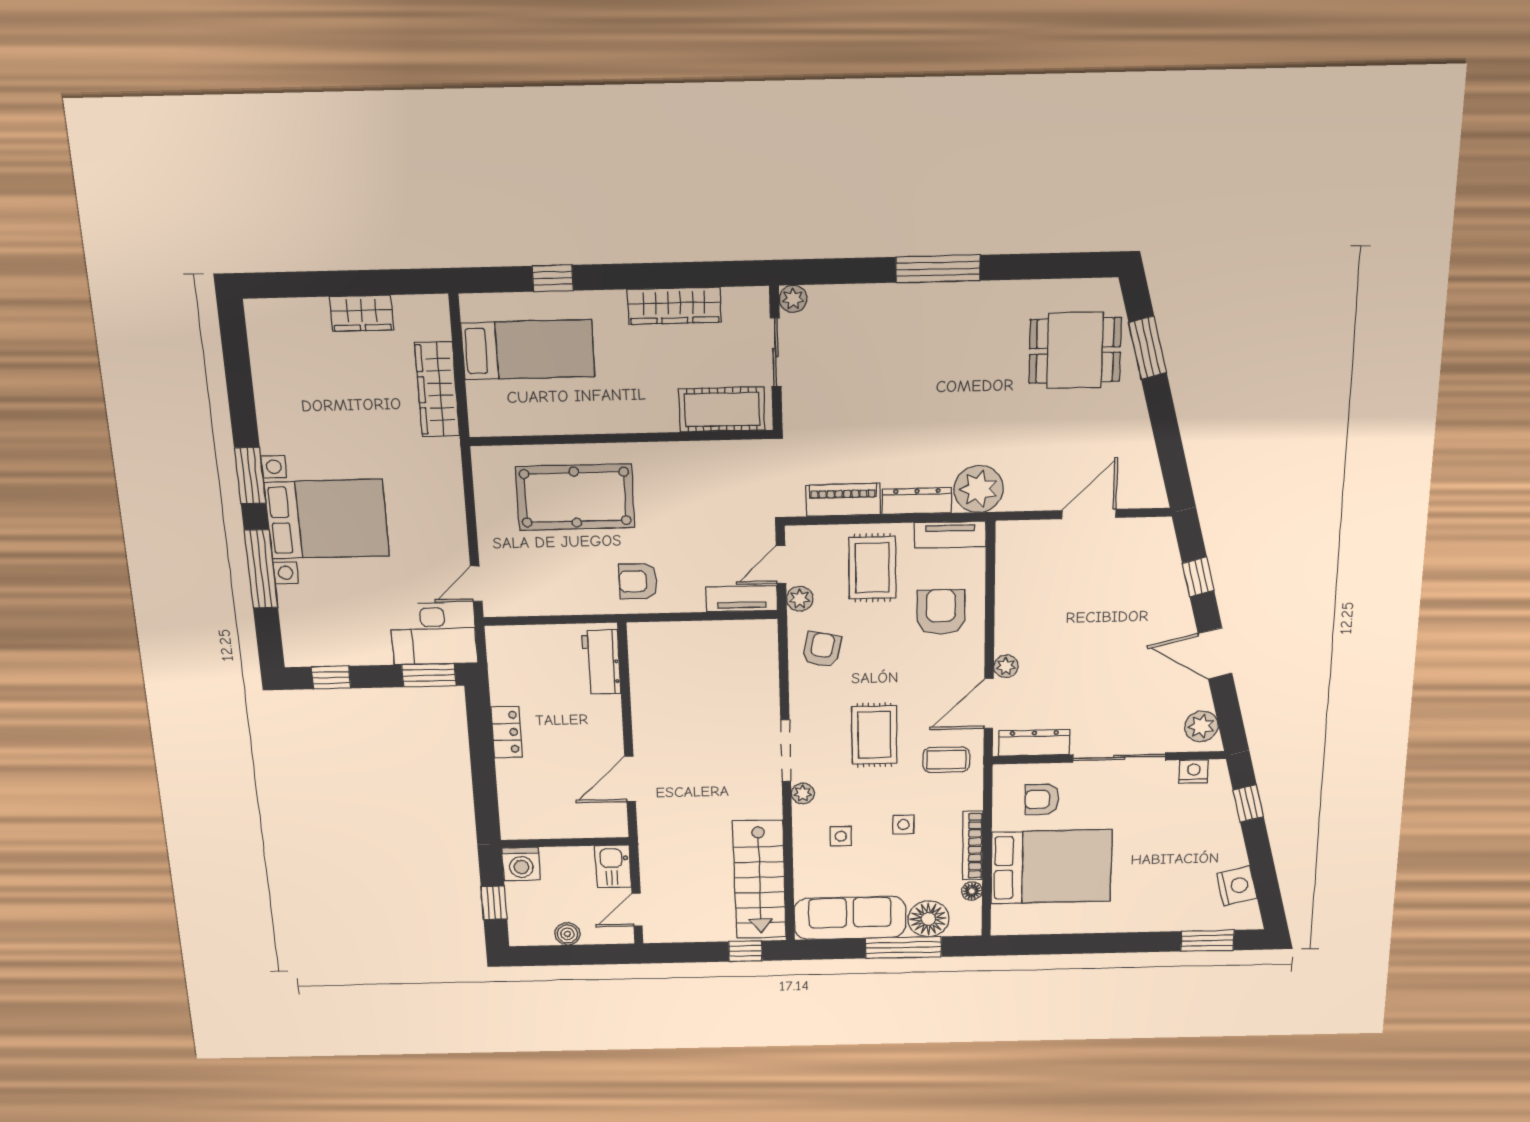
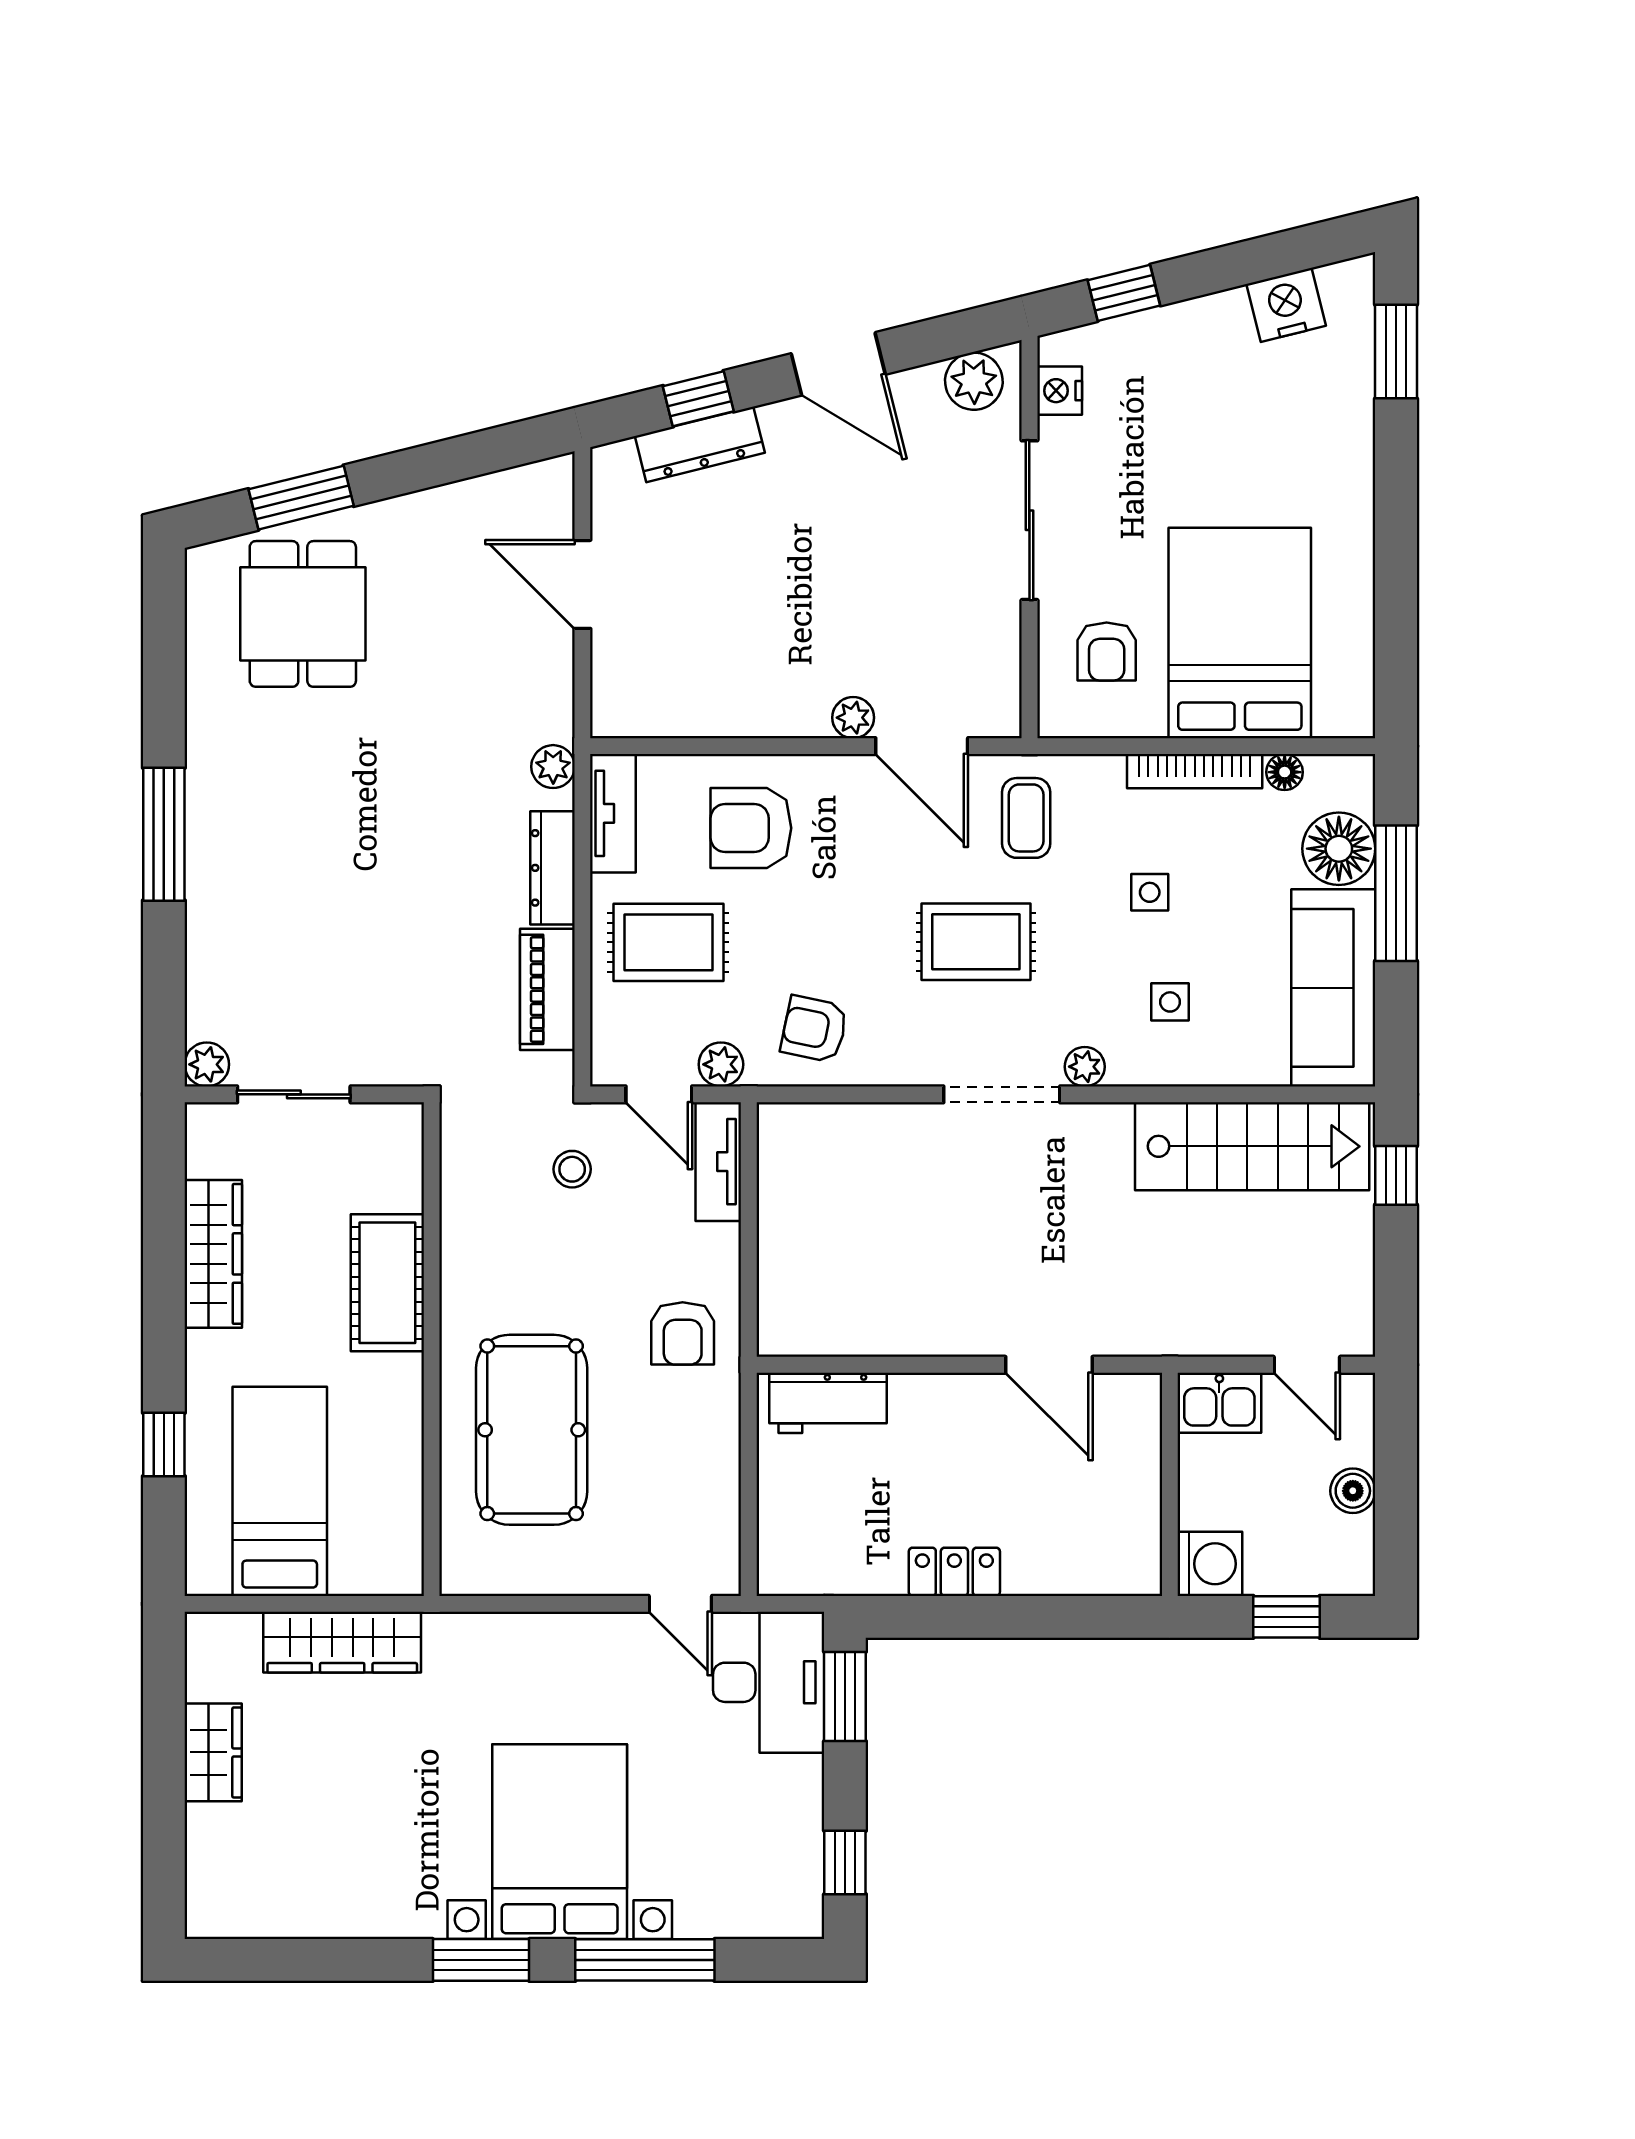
cot: (722, 409) -> (387, 1283), moved
plant: (979, 489) -> (553, 767), width x0.53, depth x0.53
stool: (734, 517) -> (572, 1169), added
door: (1215, 653) -> (838, 364), hinge flipped
dresser: (1034, 743) -> (700, 444), moved, turned -104

